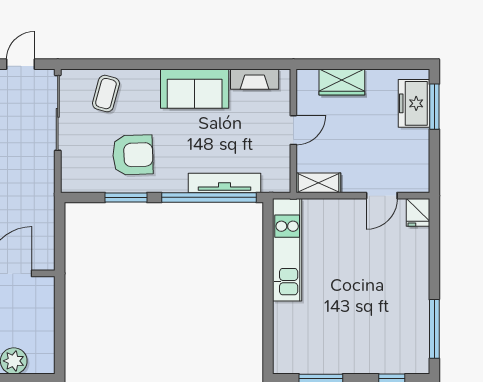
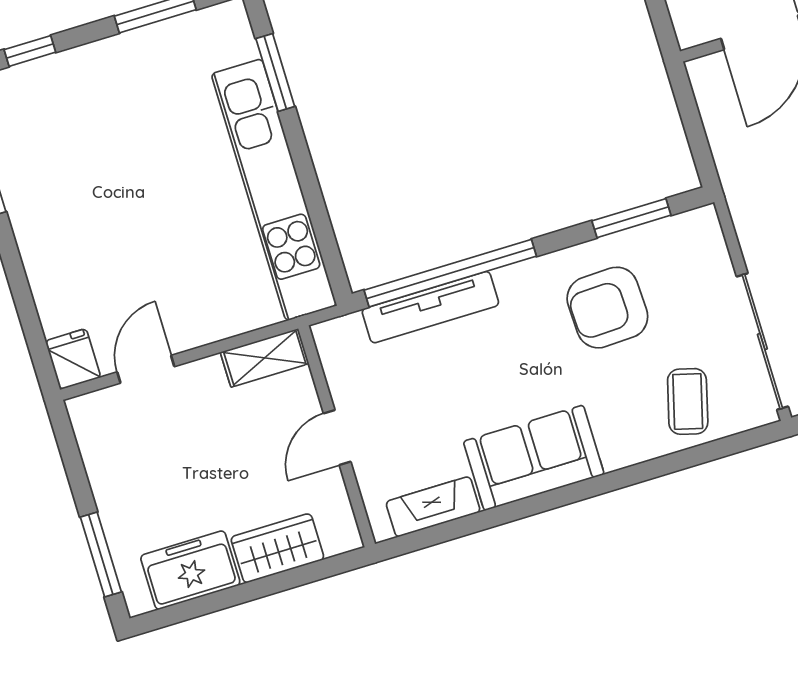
freezer: (414, 103) -> (190, 570), moved, turned -90
window: (126, 197) -> (631, 218), moved
kitchen unit: (287, 250) -> (274, 190), width x1.36
window: (268, 329) -> (275, 72), added

